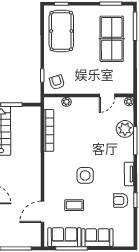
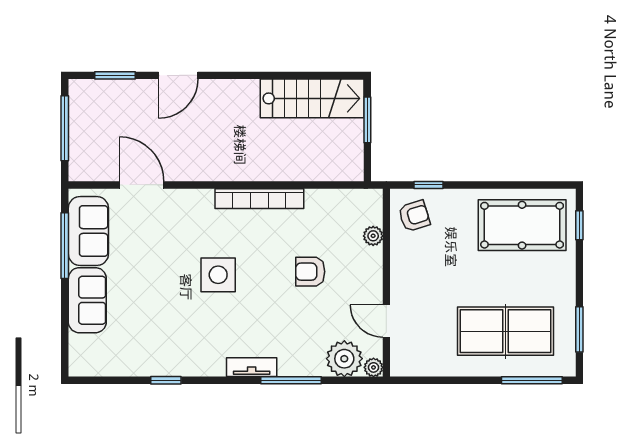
plant: (125, 129) -> (344, 359), moved
bookcase: (49, 130) -> (259, 199), moved
tv unit: (129, 174) -> (252, 367), moved
armchair: (121, 201) -> (310, 272), moved, turned -90
coffee table: (74, 205) -> (156, 252), removed

